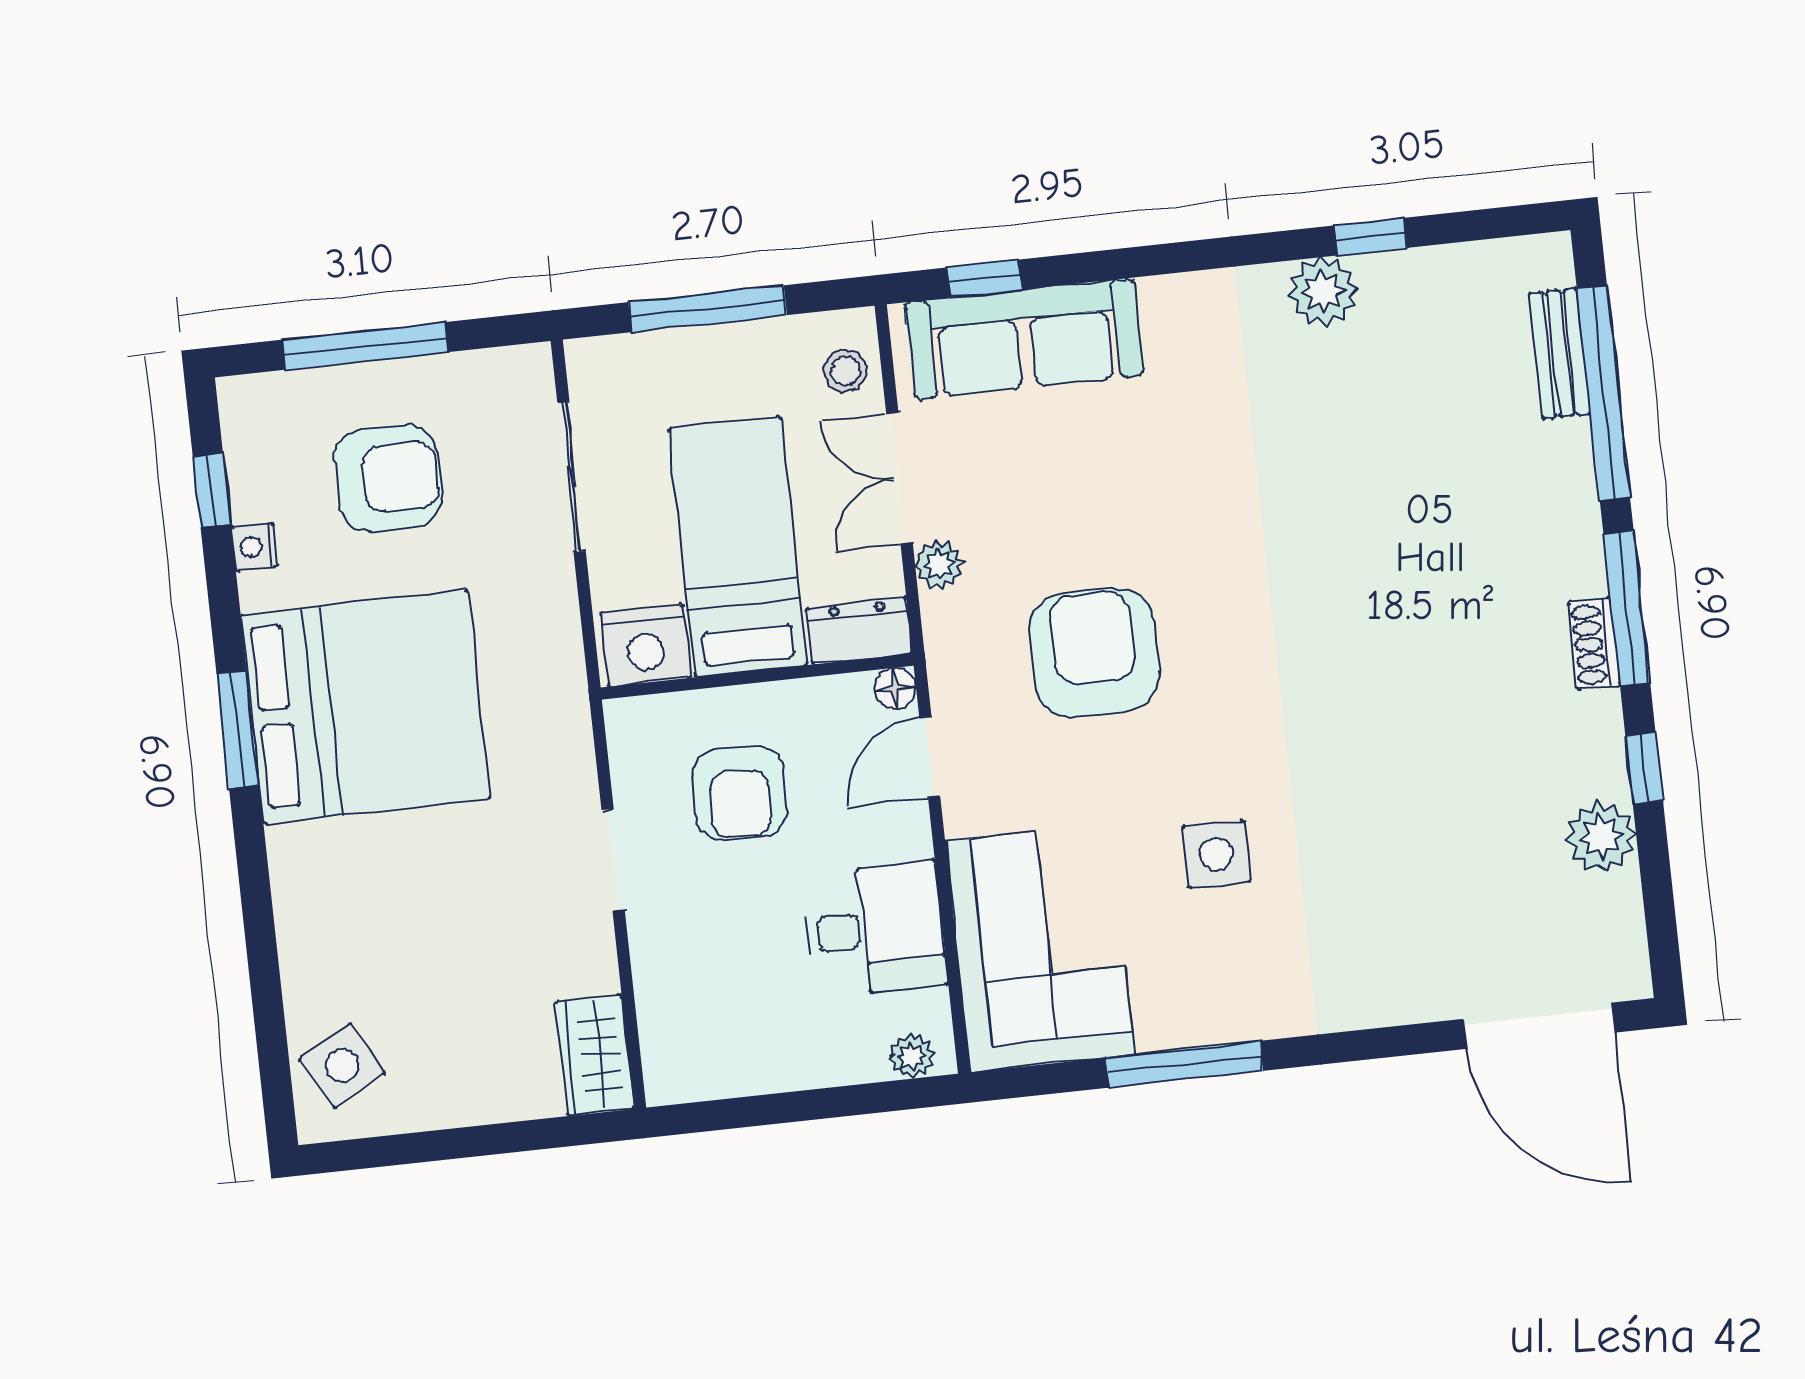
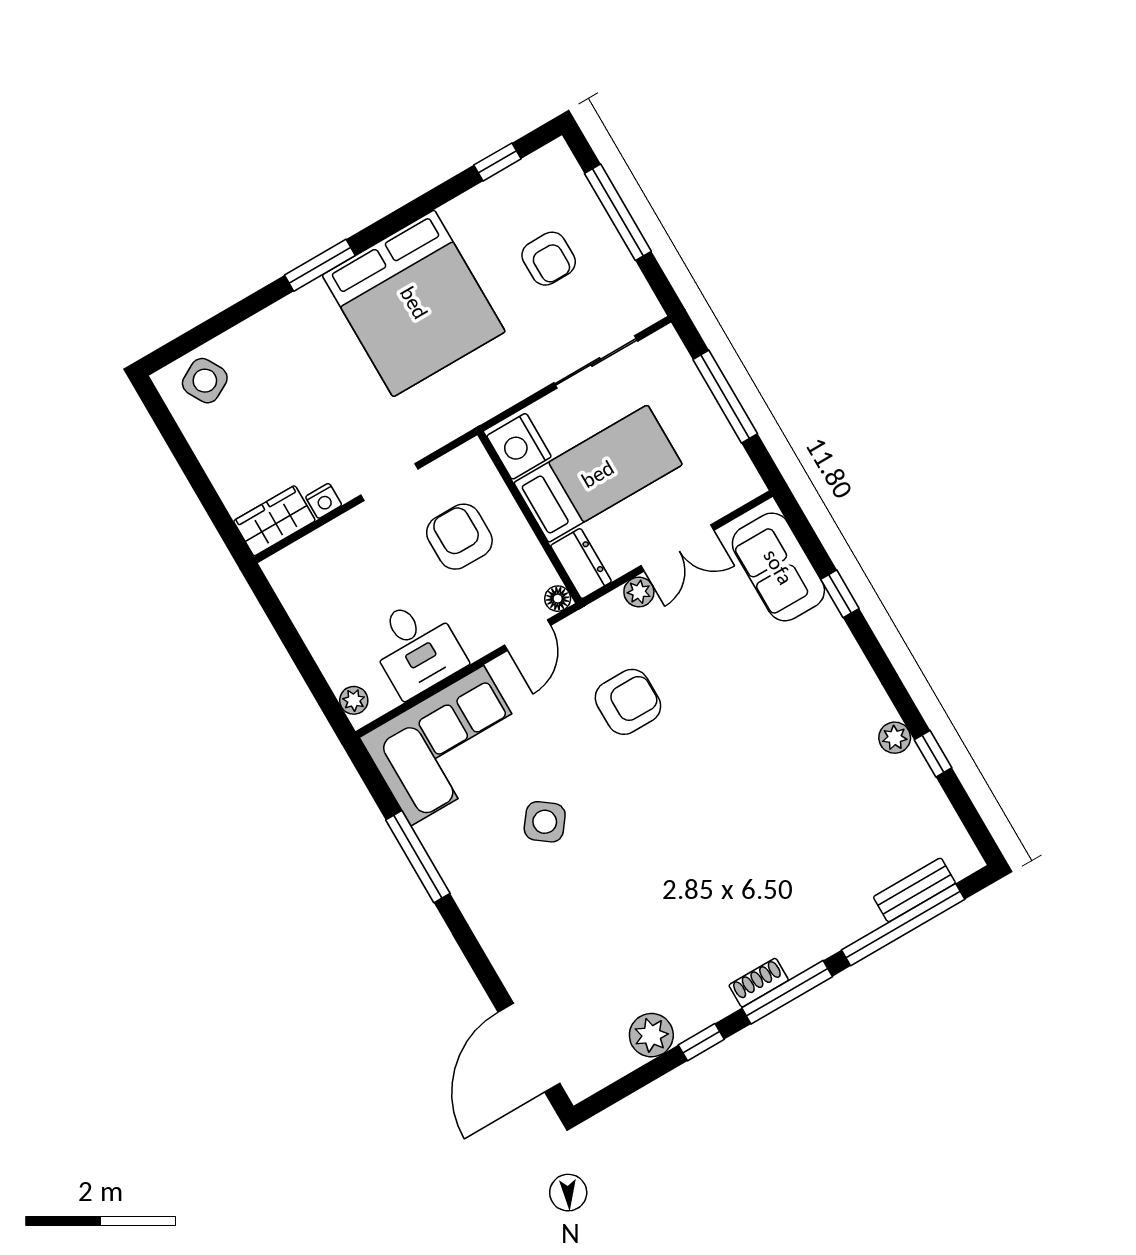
window: (985, 279) -> (840, 594), moved
plant: (1323, 292) -> (895, 738), width x0.73, depth x0.73
sofa: (1024, 339) -> (778, 567), width x0.73
stool: (845, 371) -> (725, 490), removed
armchair: (388, 478) -> (549, 259), width x0.72, depth x0.72
double door: (899, 478) -> (677, 548), swing flipped
nightstand: (254, 547) -> (324, 501), moved, turned 180
armchair: (1094, 653) -> (628, 702), width x0.73, depth x0.73
window: (238, 730) -> (320, 265), moved
door: (930, 757) -> (528, 635), swing flipped
armchair: (740, 793) -> (459, 537), turned 88
side table: (1216, 854) -> (545, 822), turned 37

